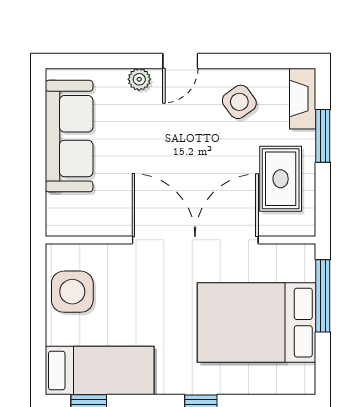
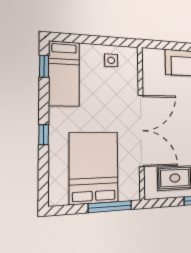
side table: (72, 292) -> (111, 60), width x0.54, depth x0.54

